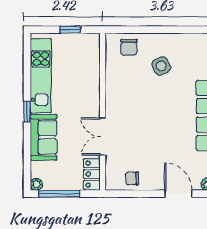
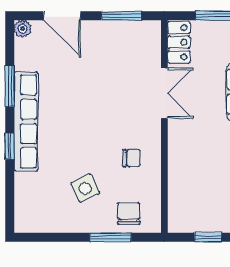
window: (142, 30) -> (111, 237), added
chair: (132, 178) -> (132, 158), moved
window: (134, 194) -> (121, 16), added

